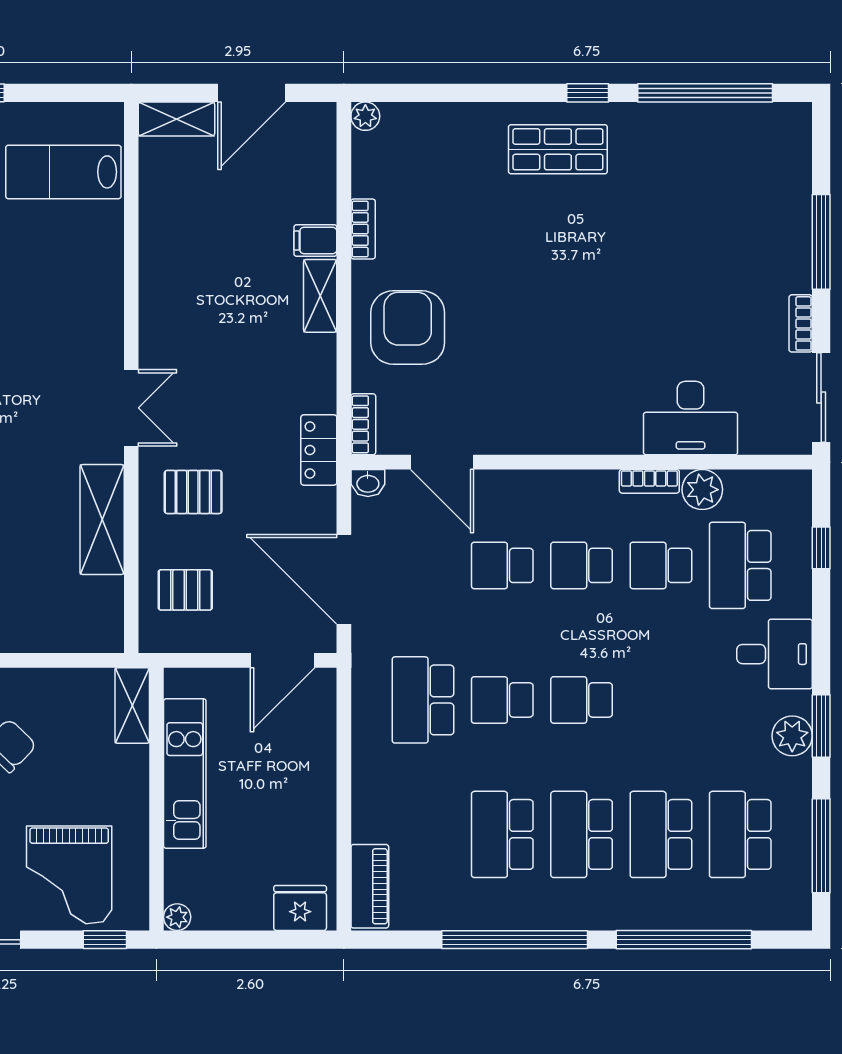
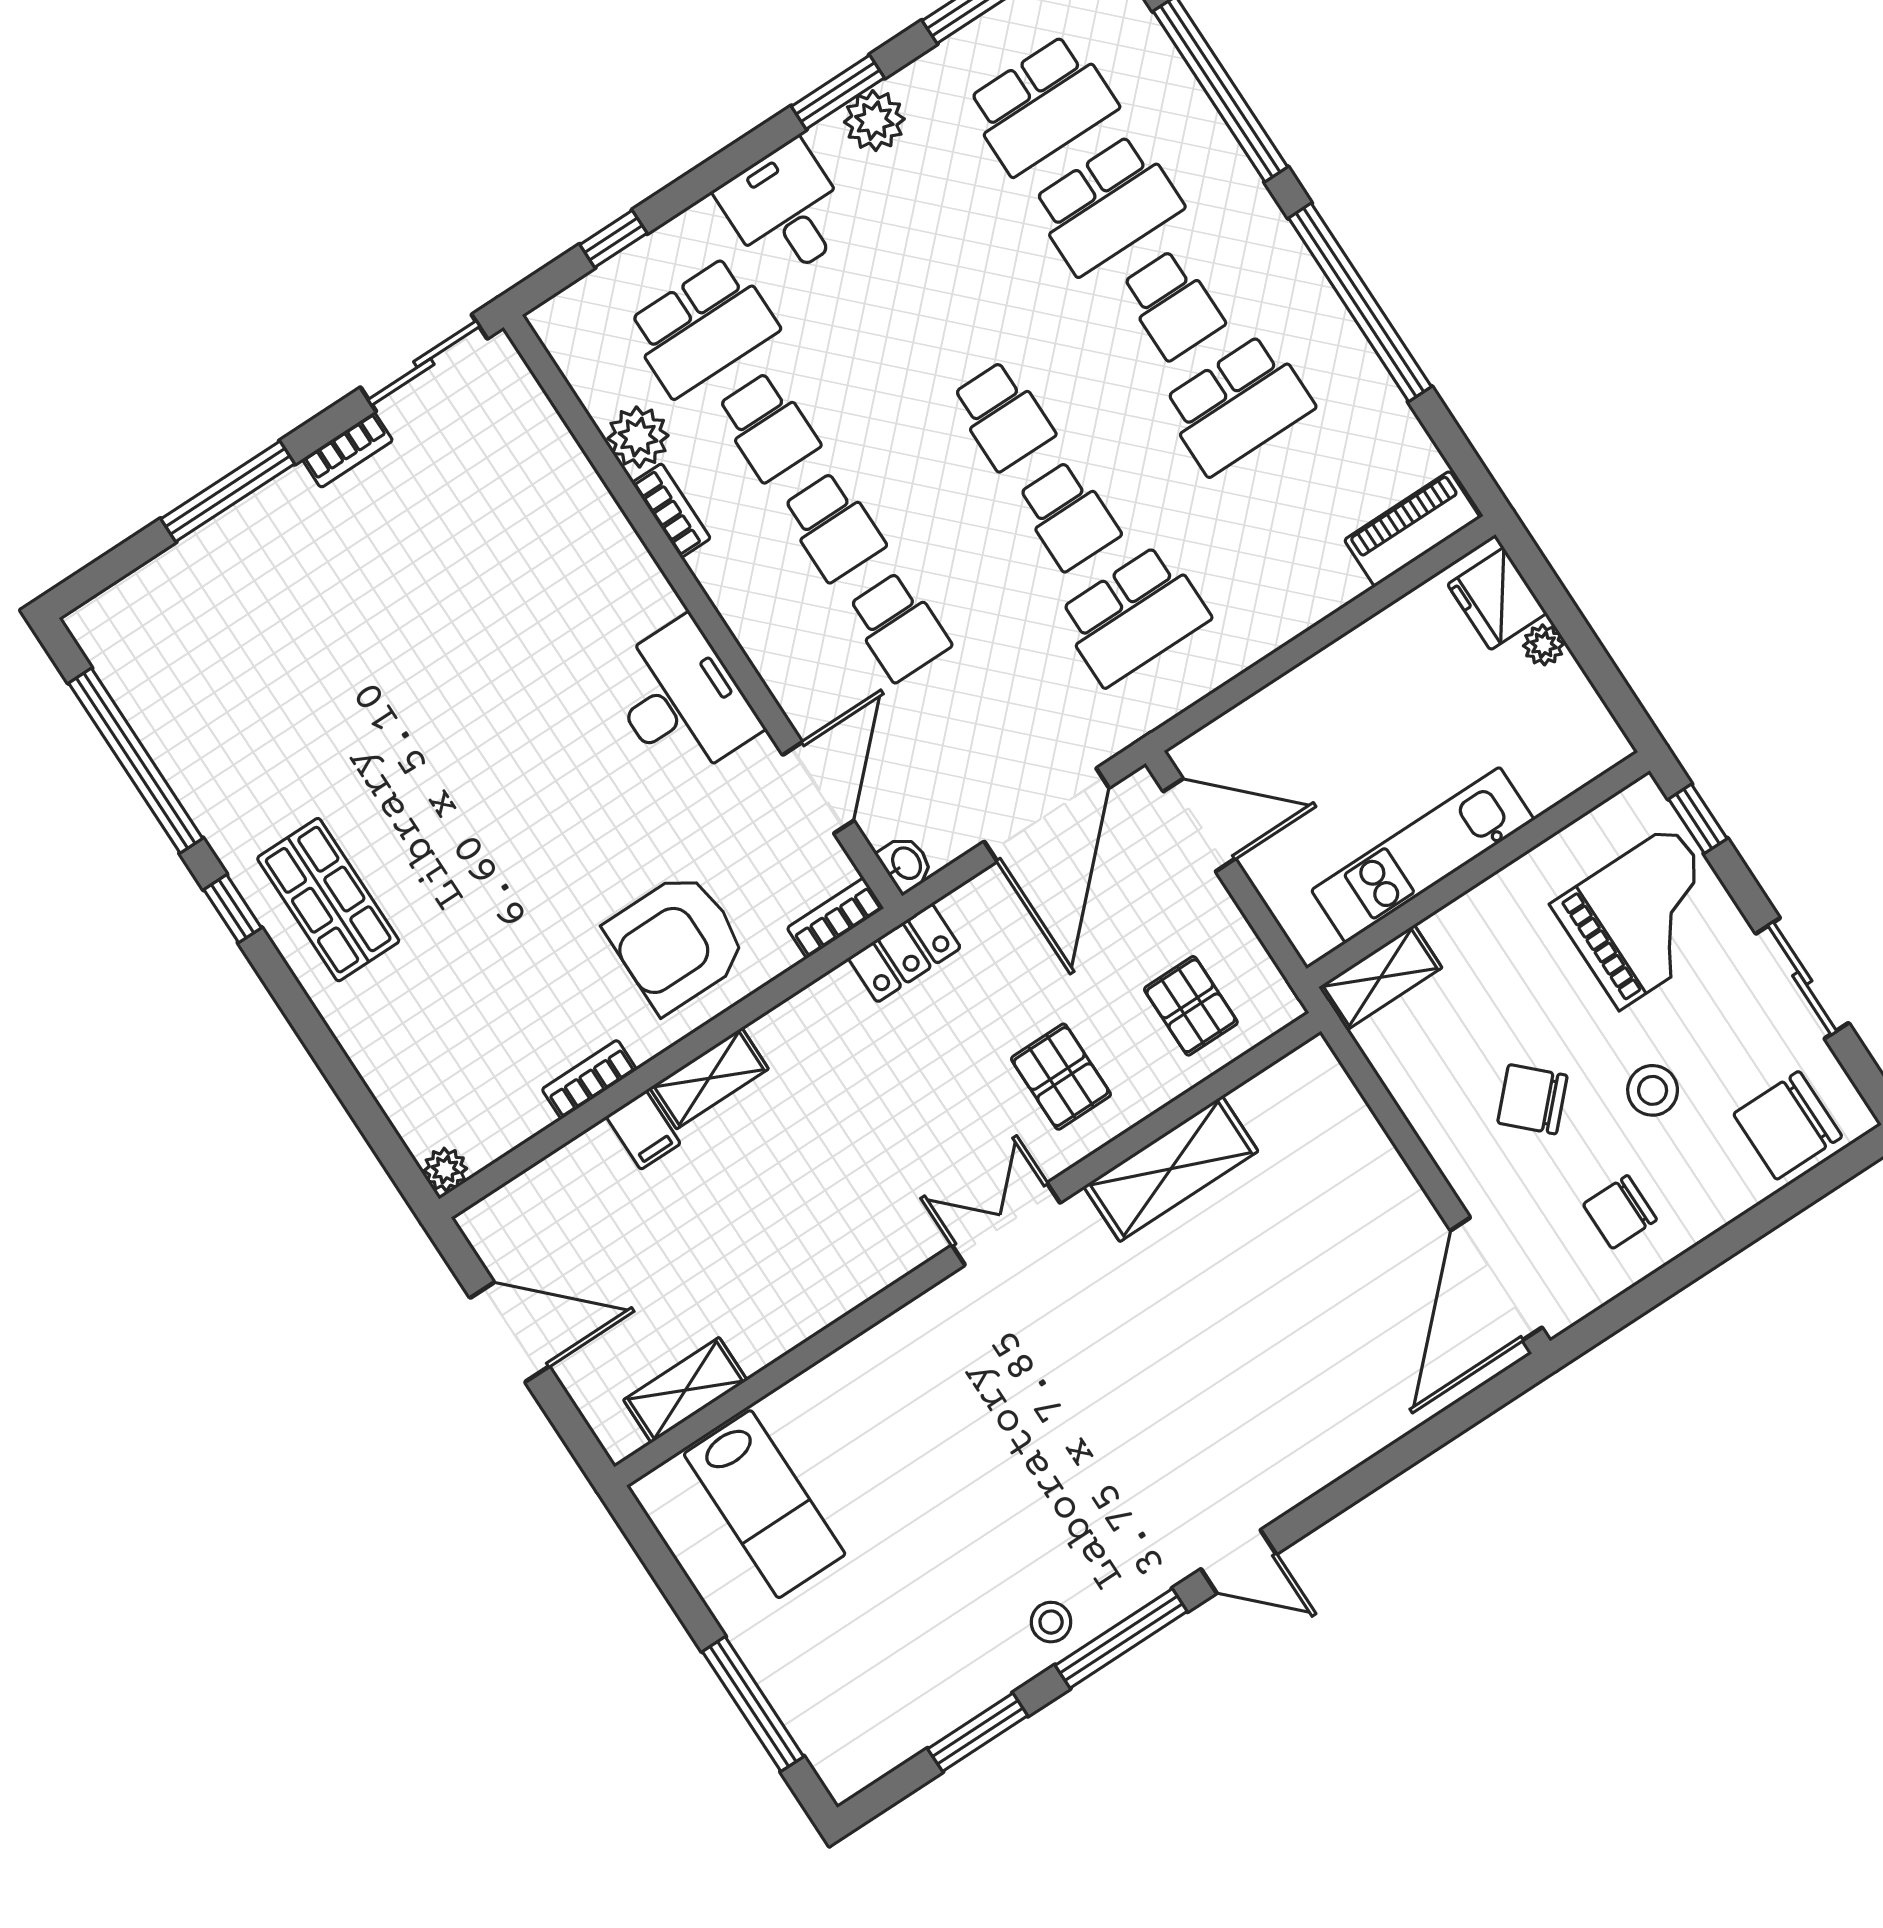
shelving: (176, 119) -> (685, 1390), moved, turned 90
desk: (691, 418) -> (682, 700), moved
school desk: (582, 834) -> (1172, 305), width x0.54
plant: (177, 917) -> (1544, 645), moved

